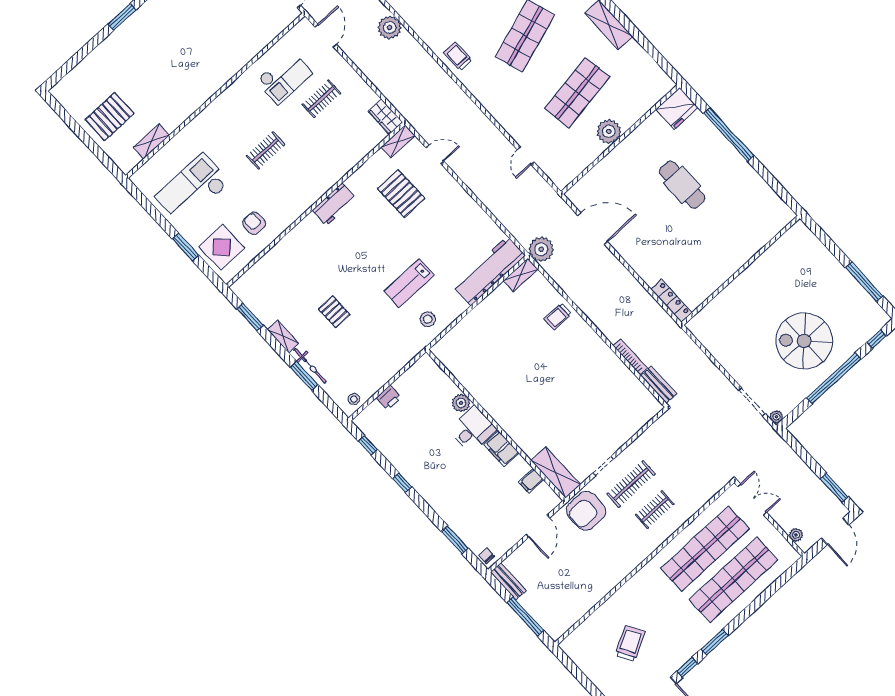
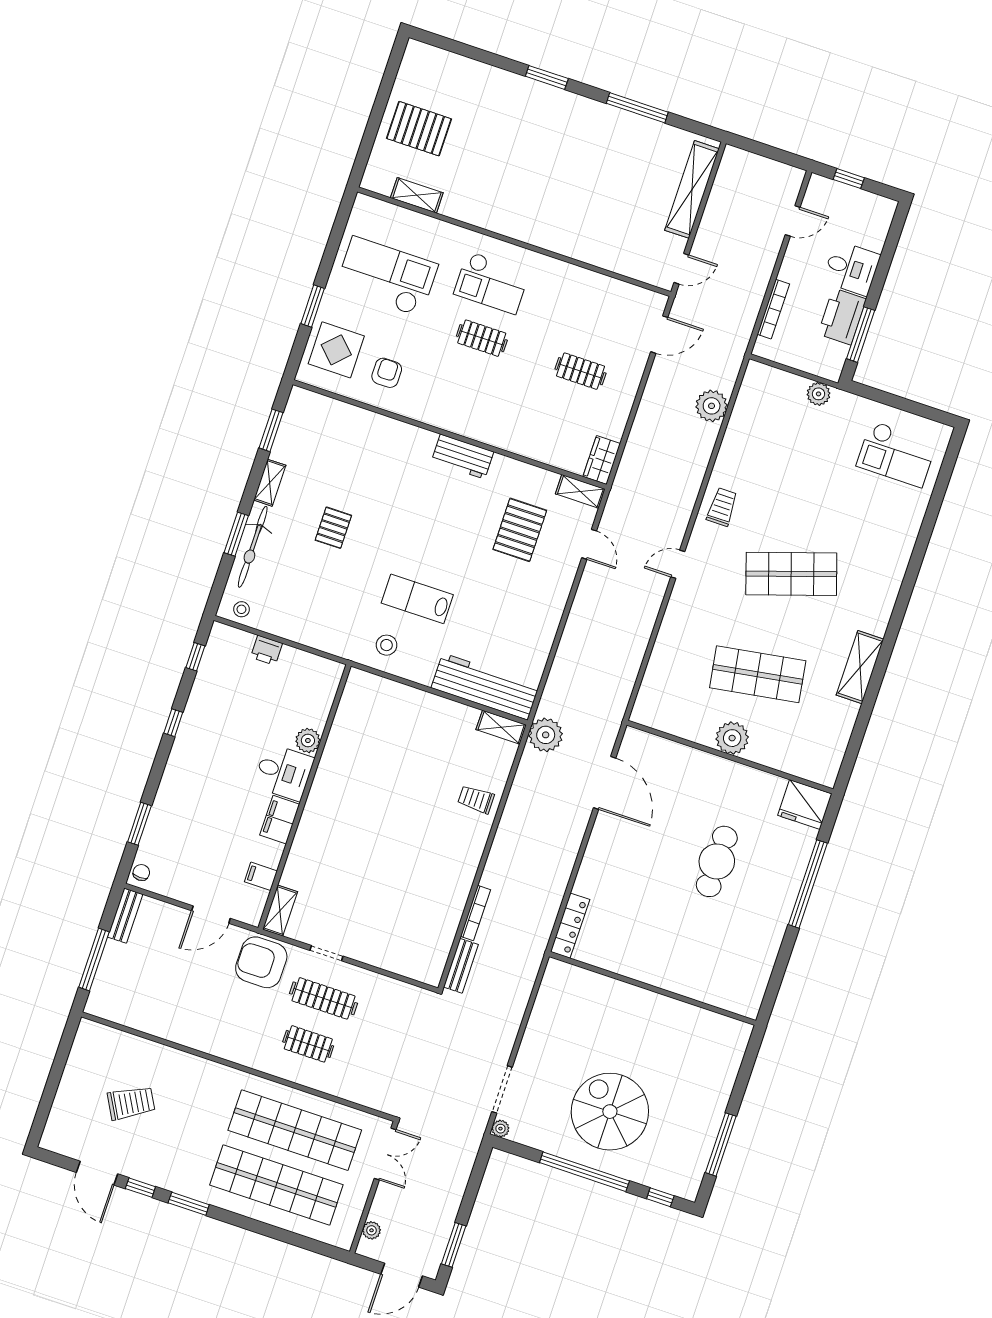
checkout: (284, 77) -> (492, 283), moved
door: (526, 156) -> (678, 564), moved
bicycle: (310, 366) -> (253, 547), width x1.37, depth x1.40
shelving: (556, 473) -> (280, 910), width x0.67, depth x0.75

